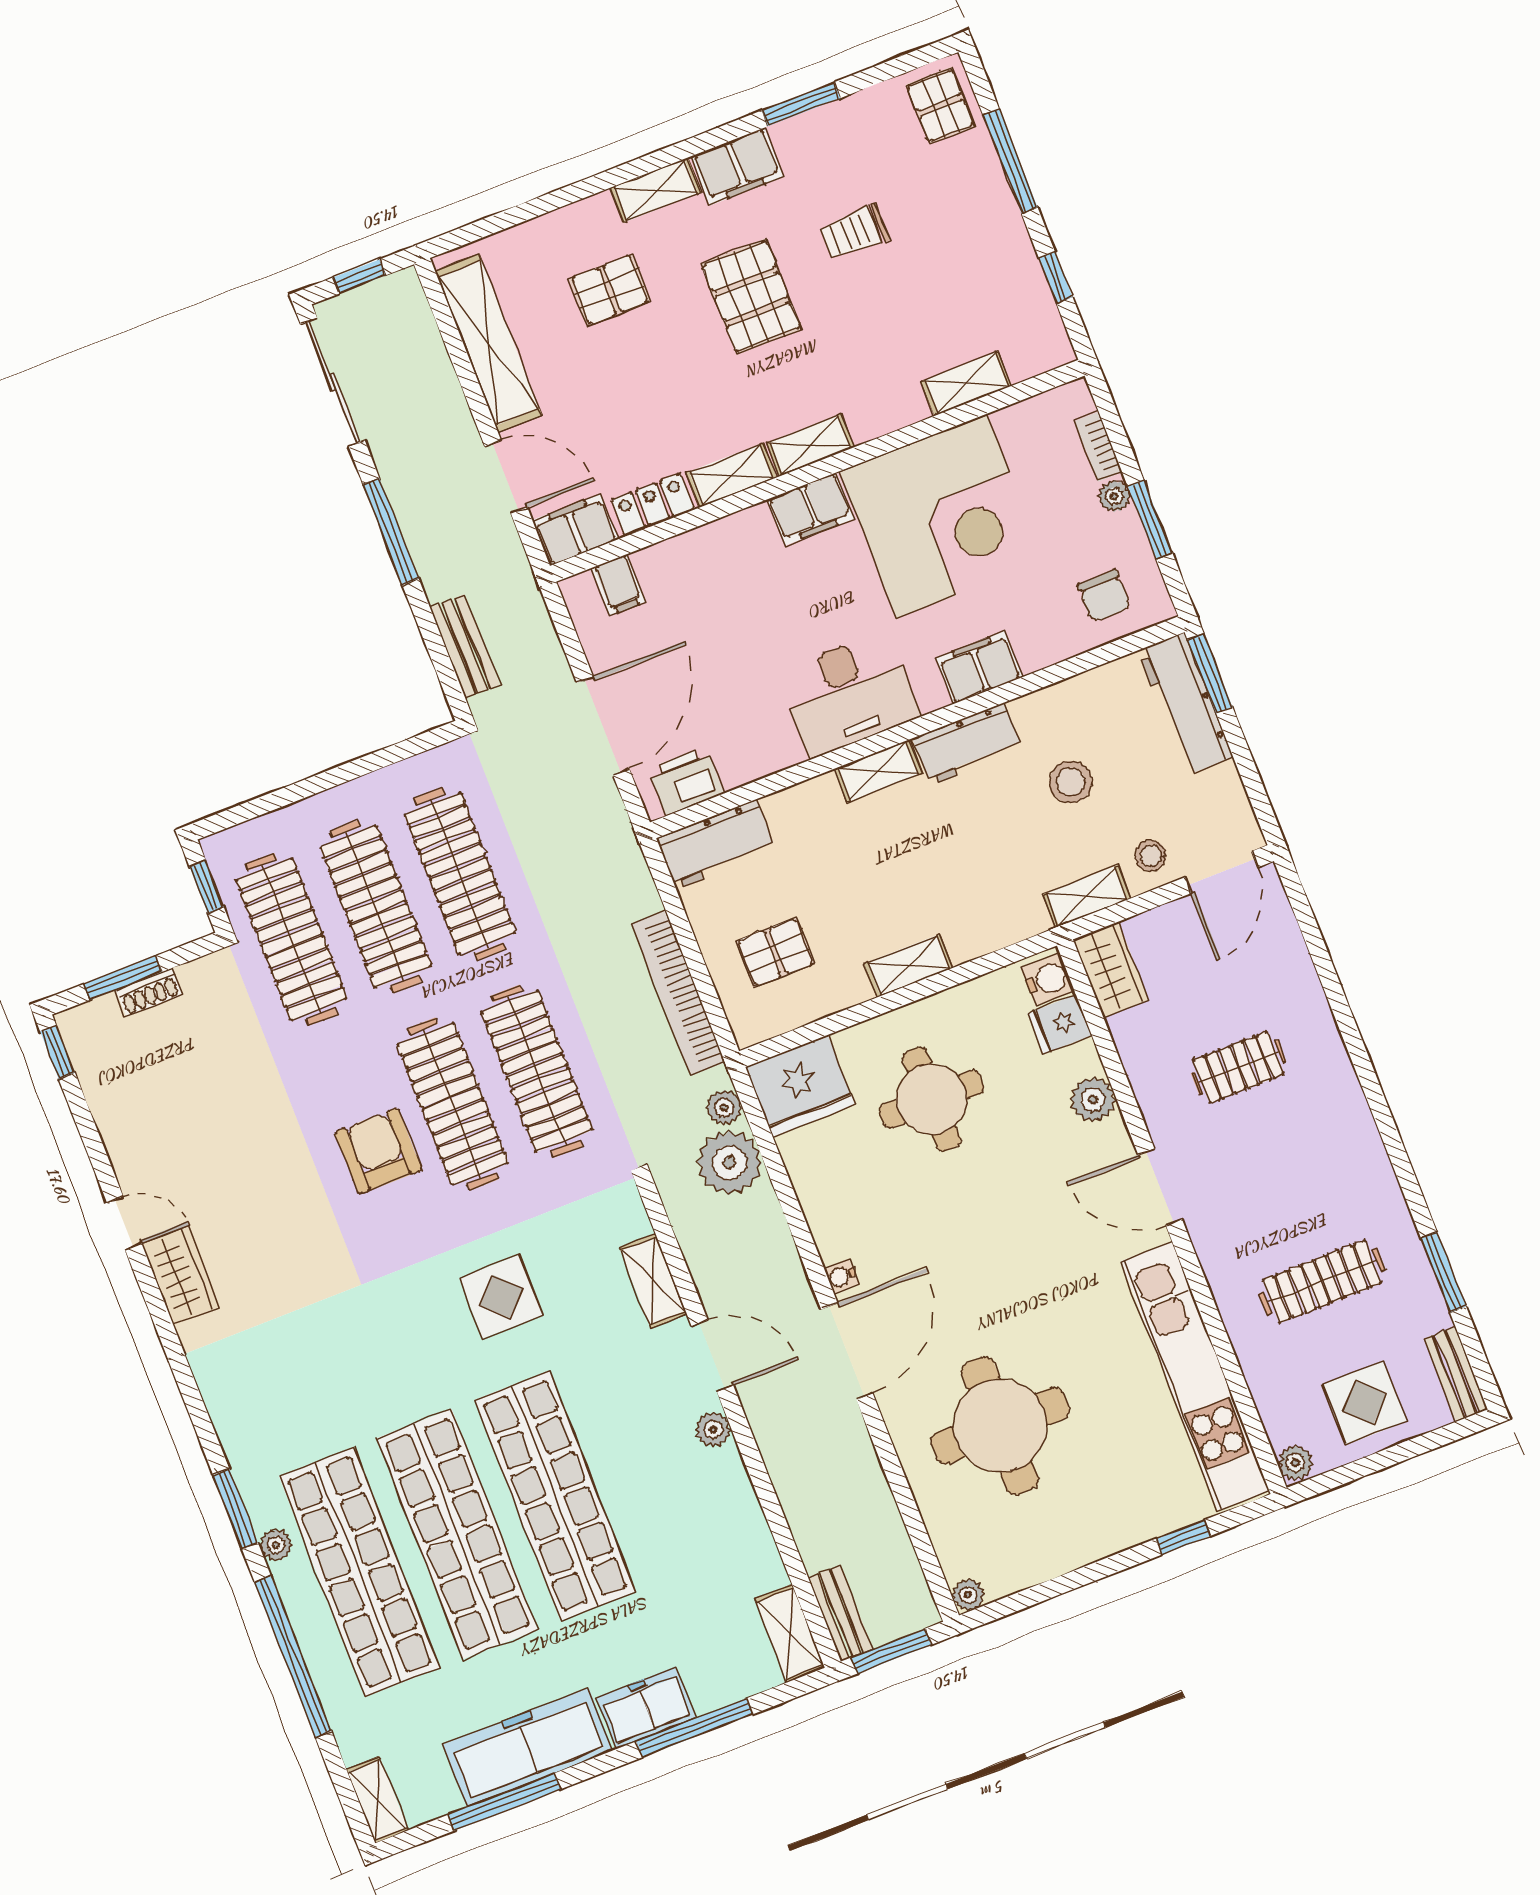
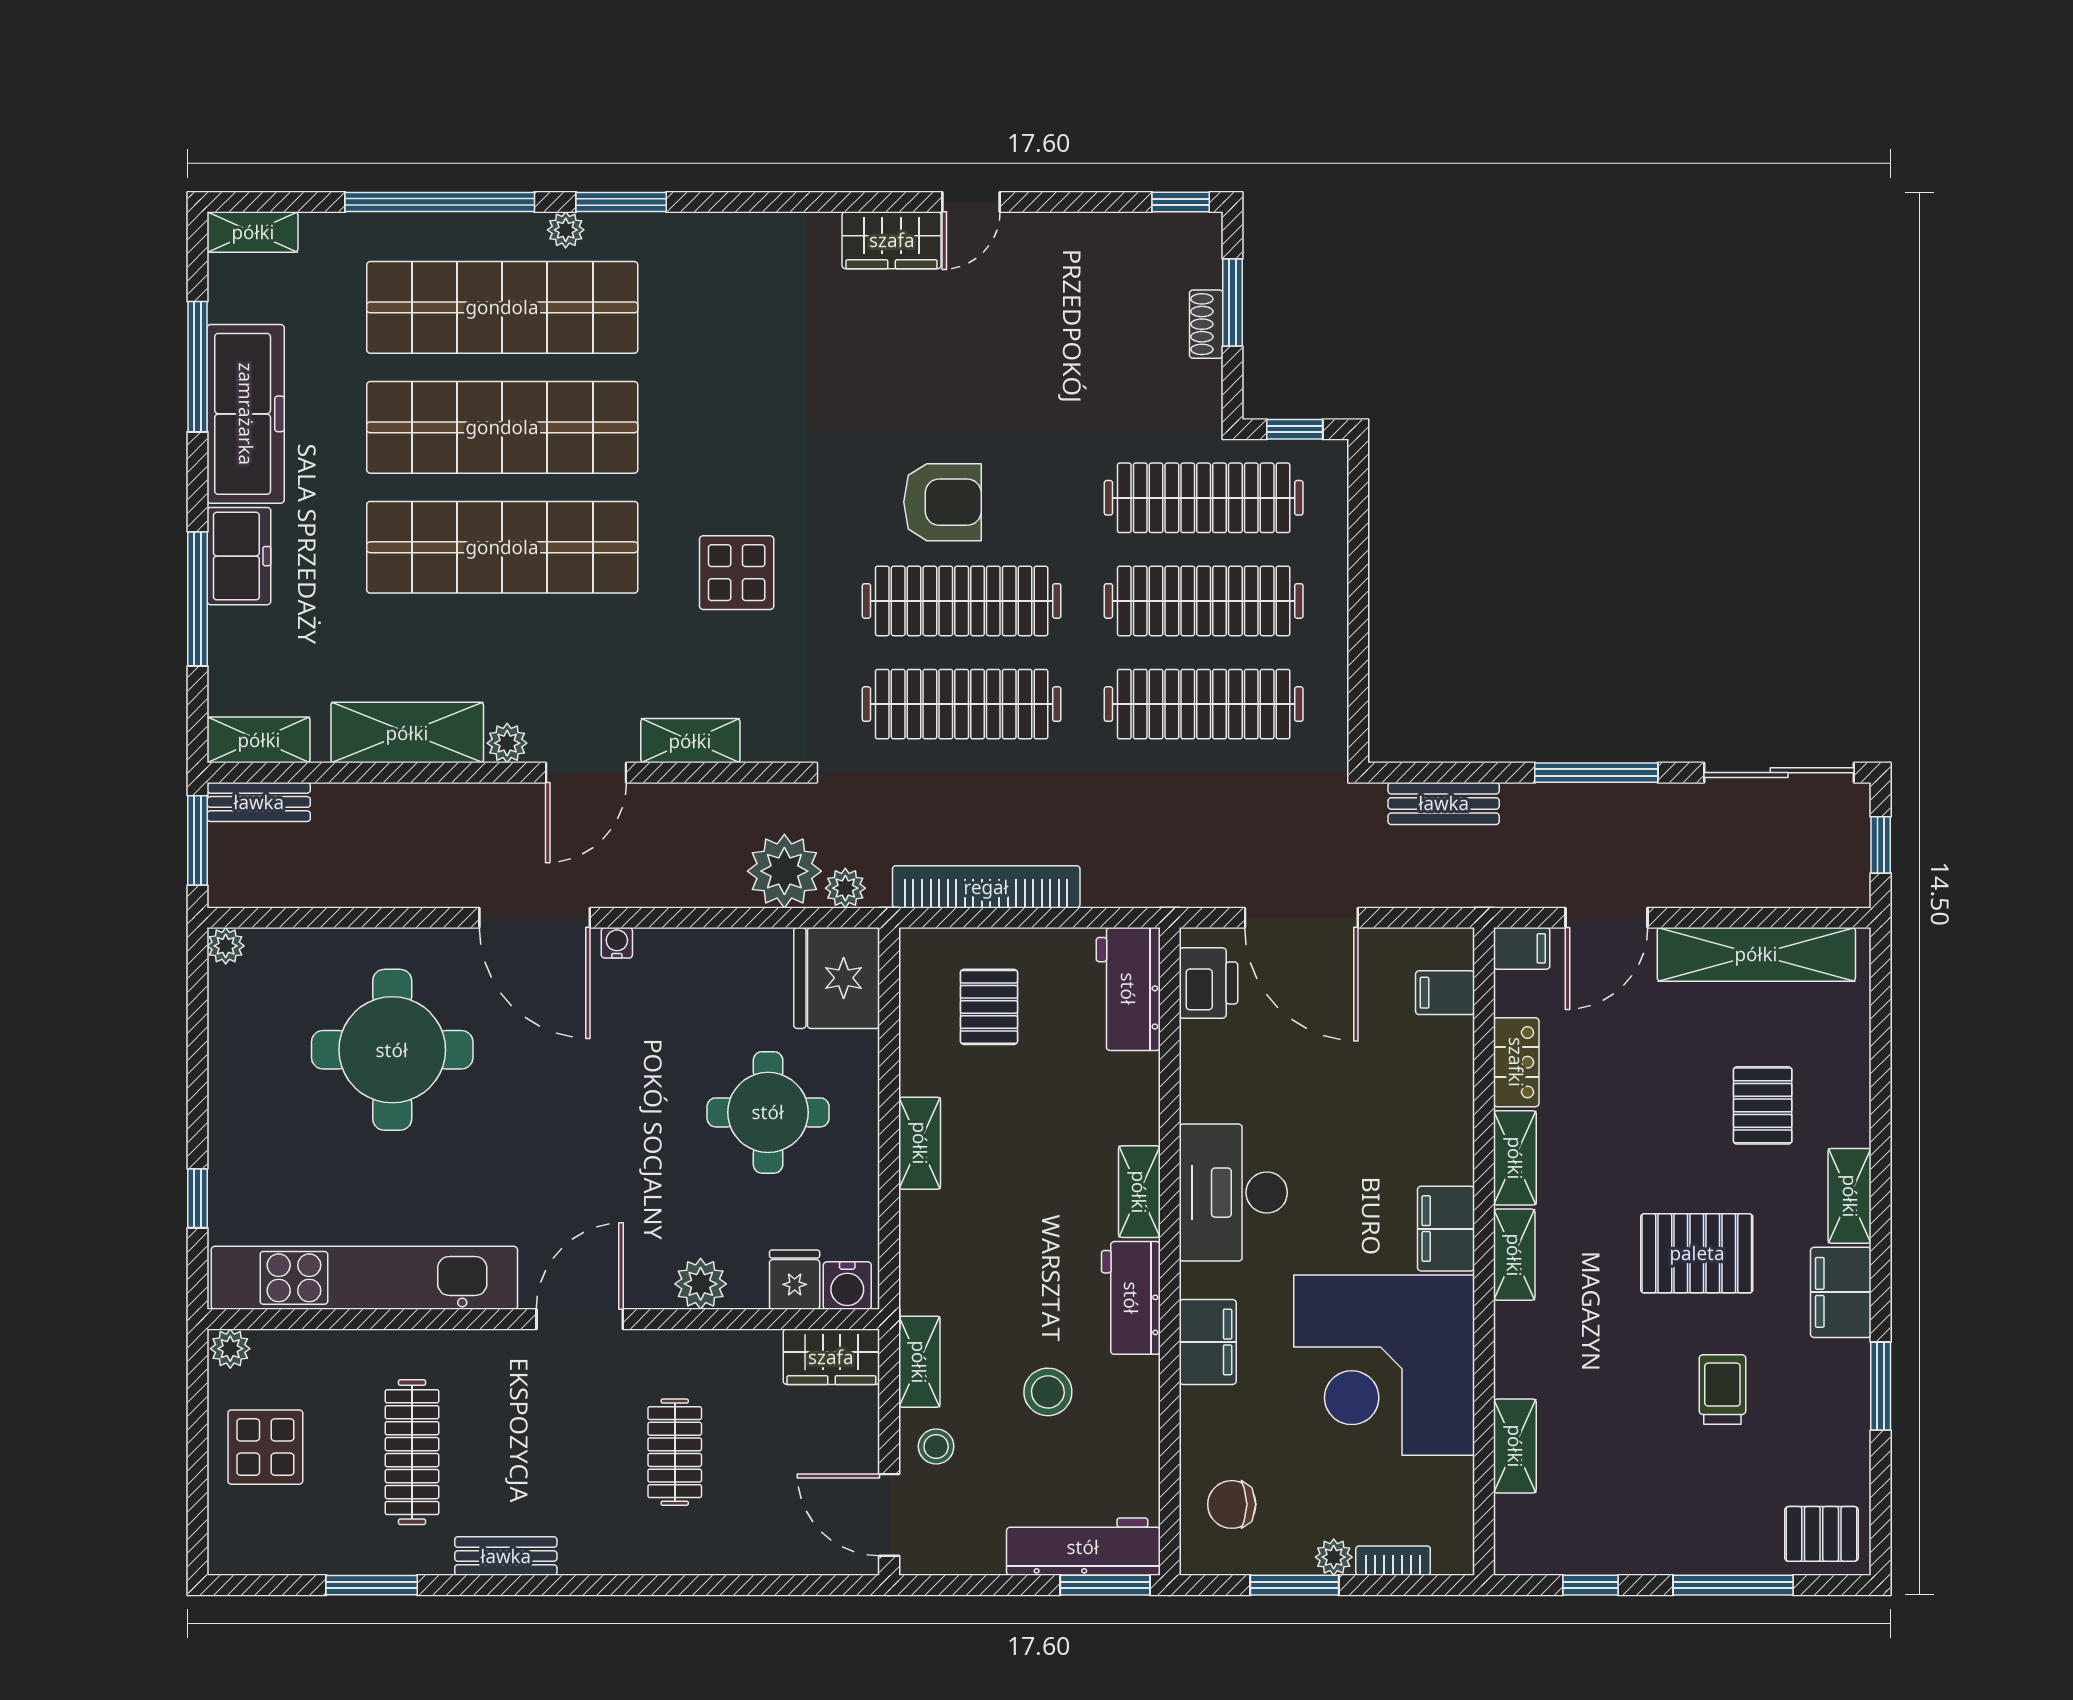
filing cabinet: (575, 530) -> (1522, 948), width x0.50
bench: (1456, 1374) -> (506, 1556), moved
shelving: (736, 1514) -> (407, 733), added

